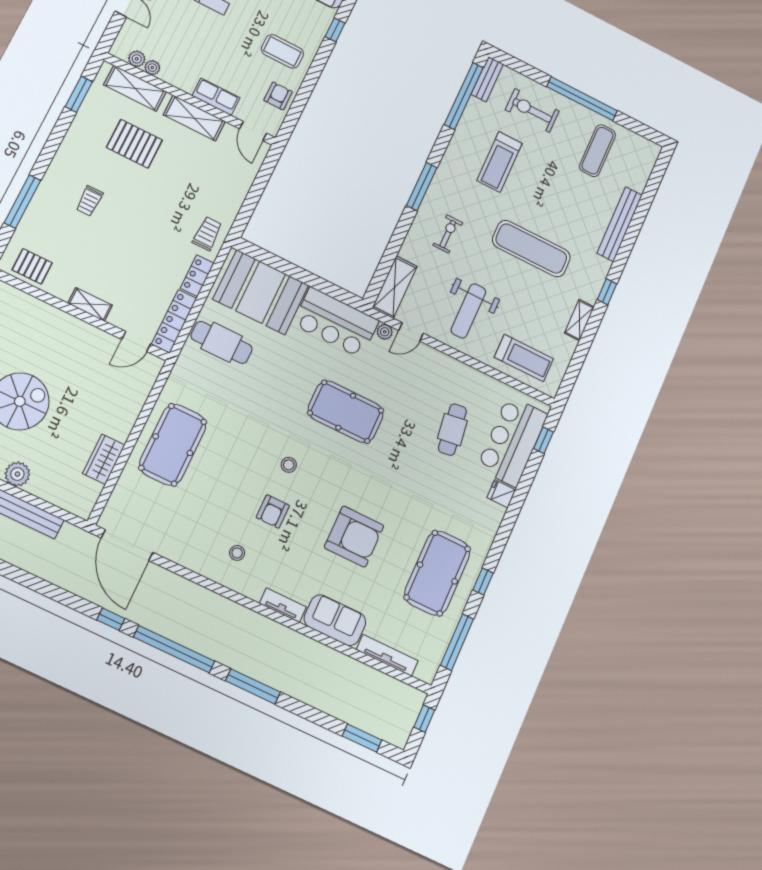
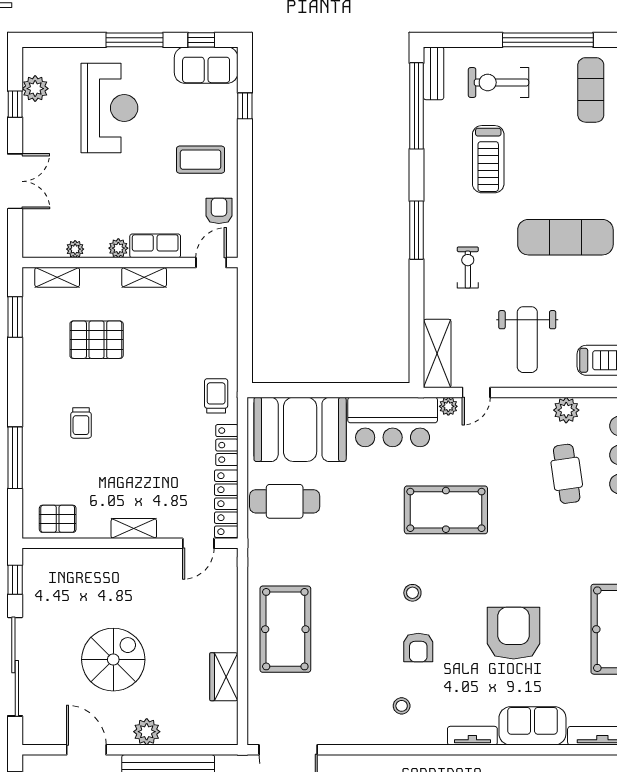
plant: (137, 59) -> (118, 248), moved
shelving: (135, 88) -> (57, 277), width x0.67, depth x0.75
shelving: (194, 118) -> (144, 277), width x0.67, depth x0.75
door: (253, 131) -> (211, 263), swing flipped
plant: (474, 380) -> (566, 410), added
armchair: (354, 537) -> (514, 633), turned -90

